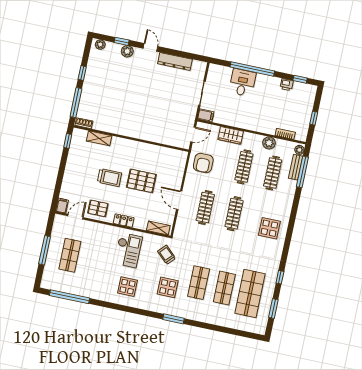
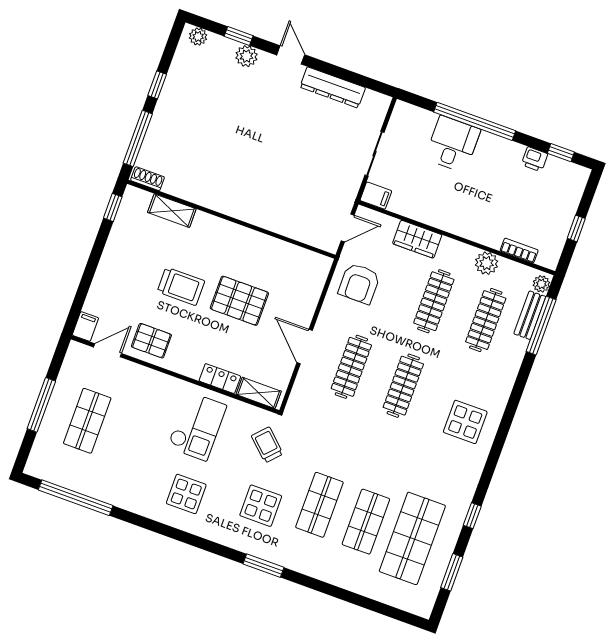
locker: (124, 221) -> (220, 379), moved

